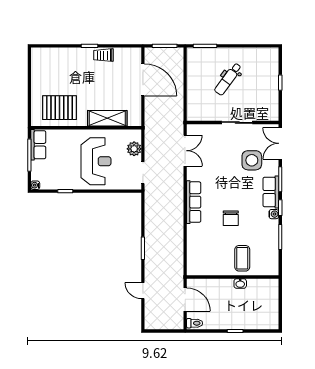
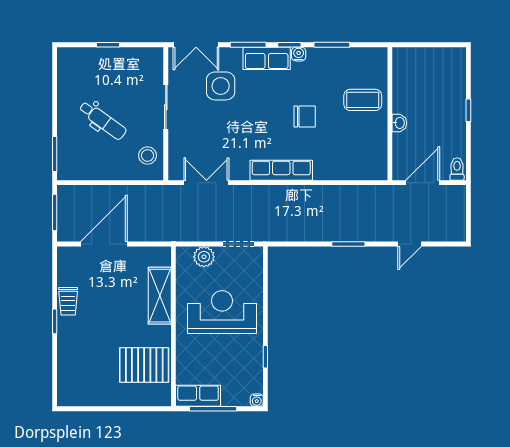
pallet: (60, 108) -> (144, 365), turned 90
stool: (204, 110) -> (148, 156), added
washbasin: (240, 283) -> (399, 123), moved

